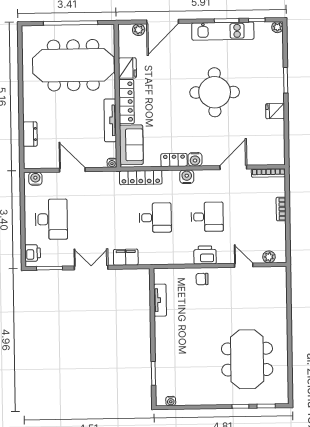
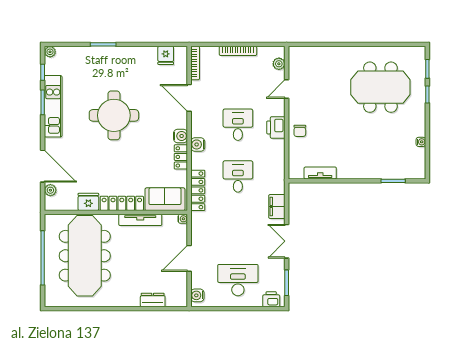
fridge: (275, 111) -> (166, 55), moved
bookcase: (281, 209) -> (238, 51), width x1.56
water cooler: (171, 401) -> (421, 142), moved

